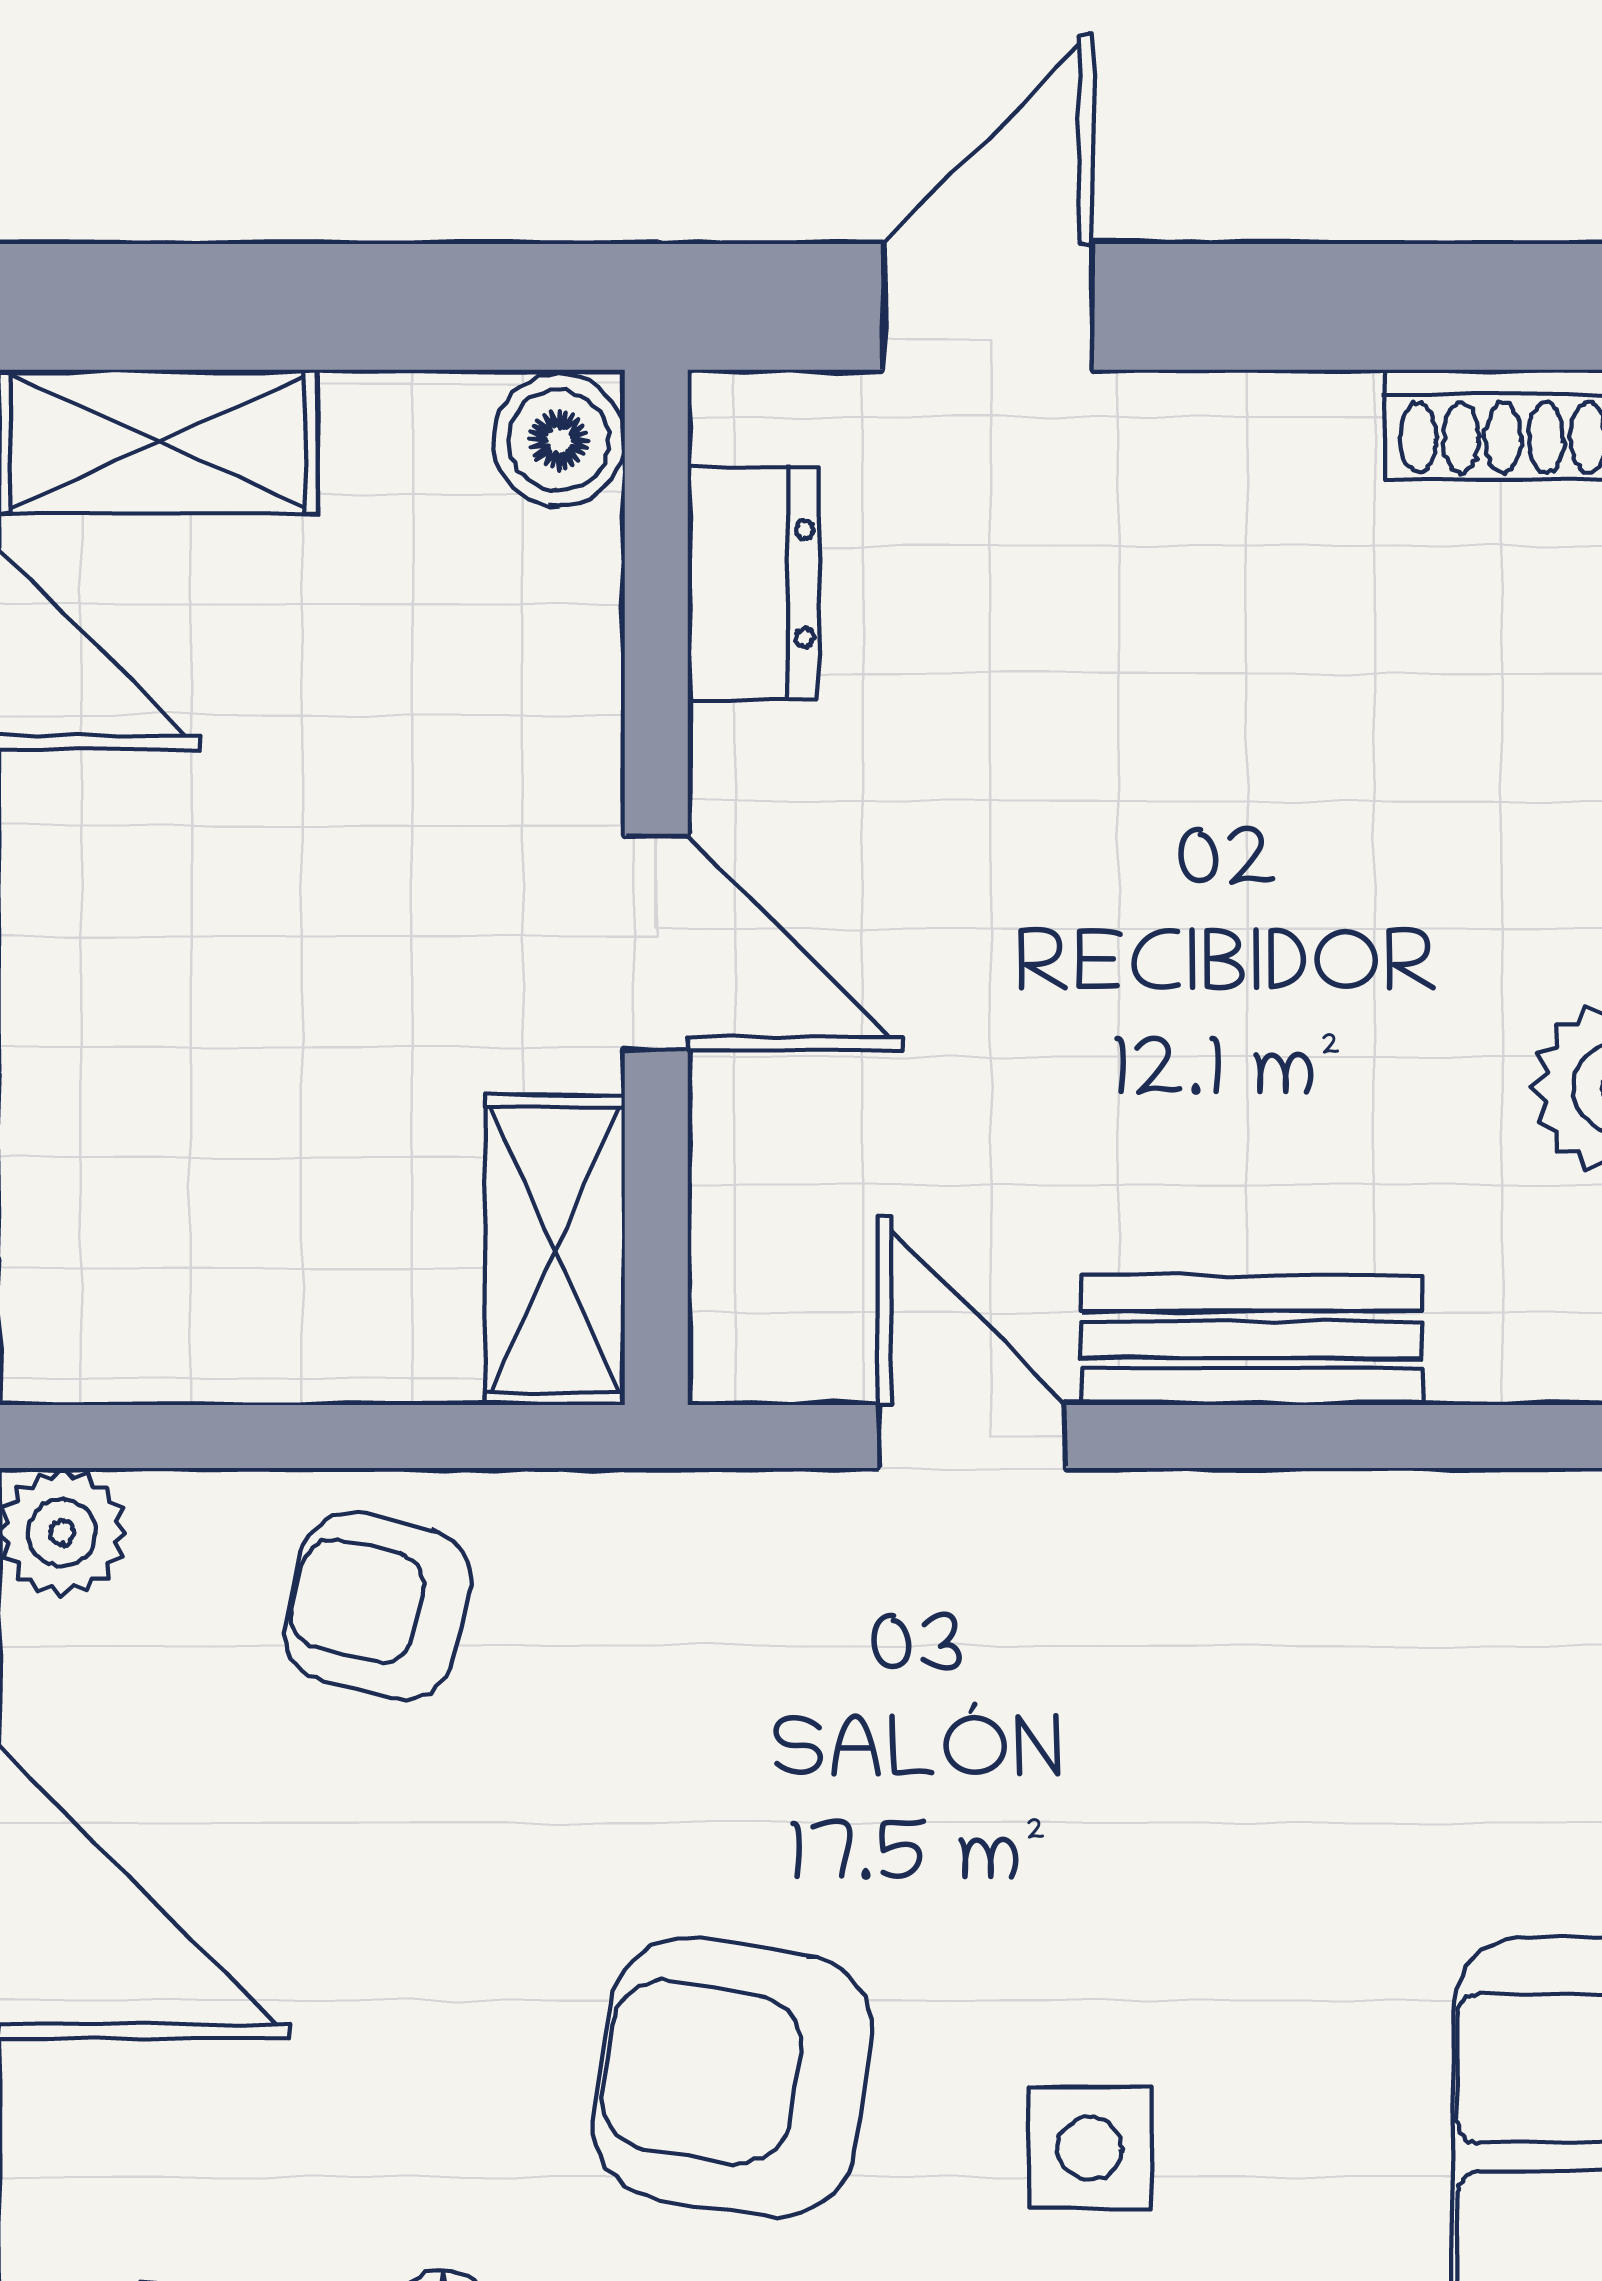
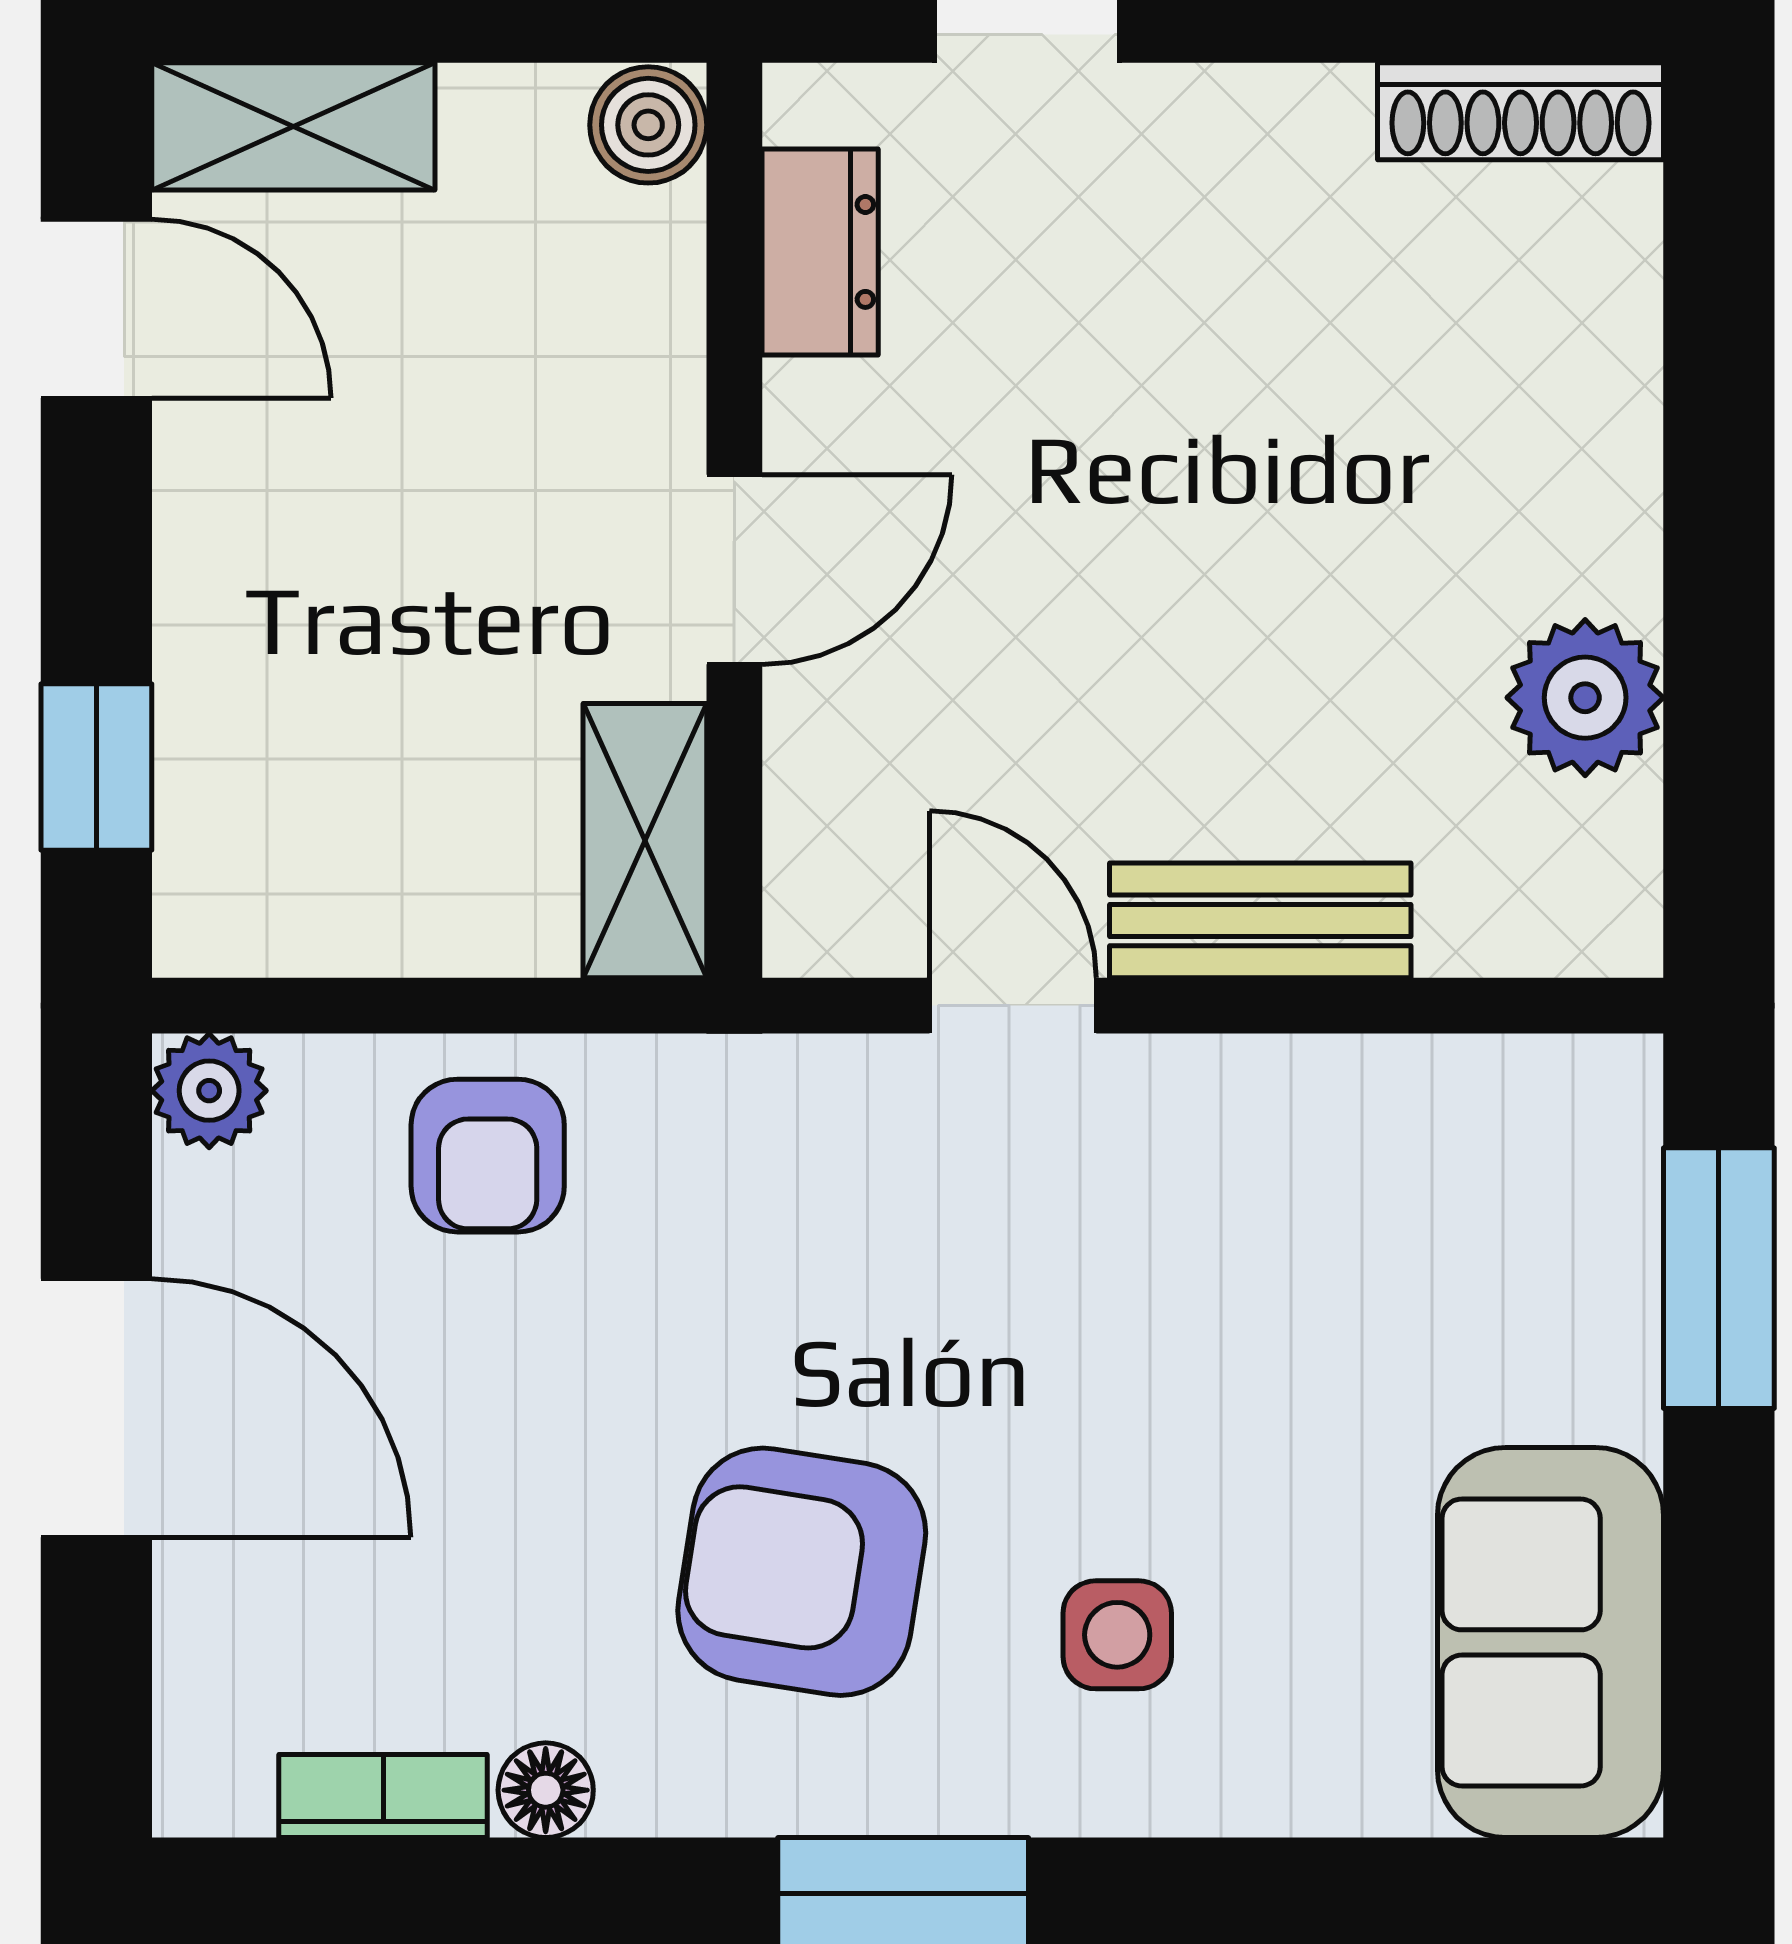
door: (656, 943) -> (734, 569), hinge flipped
armchair: (377, 1606) -> (488, 1156), turned -104

